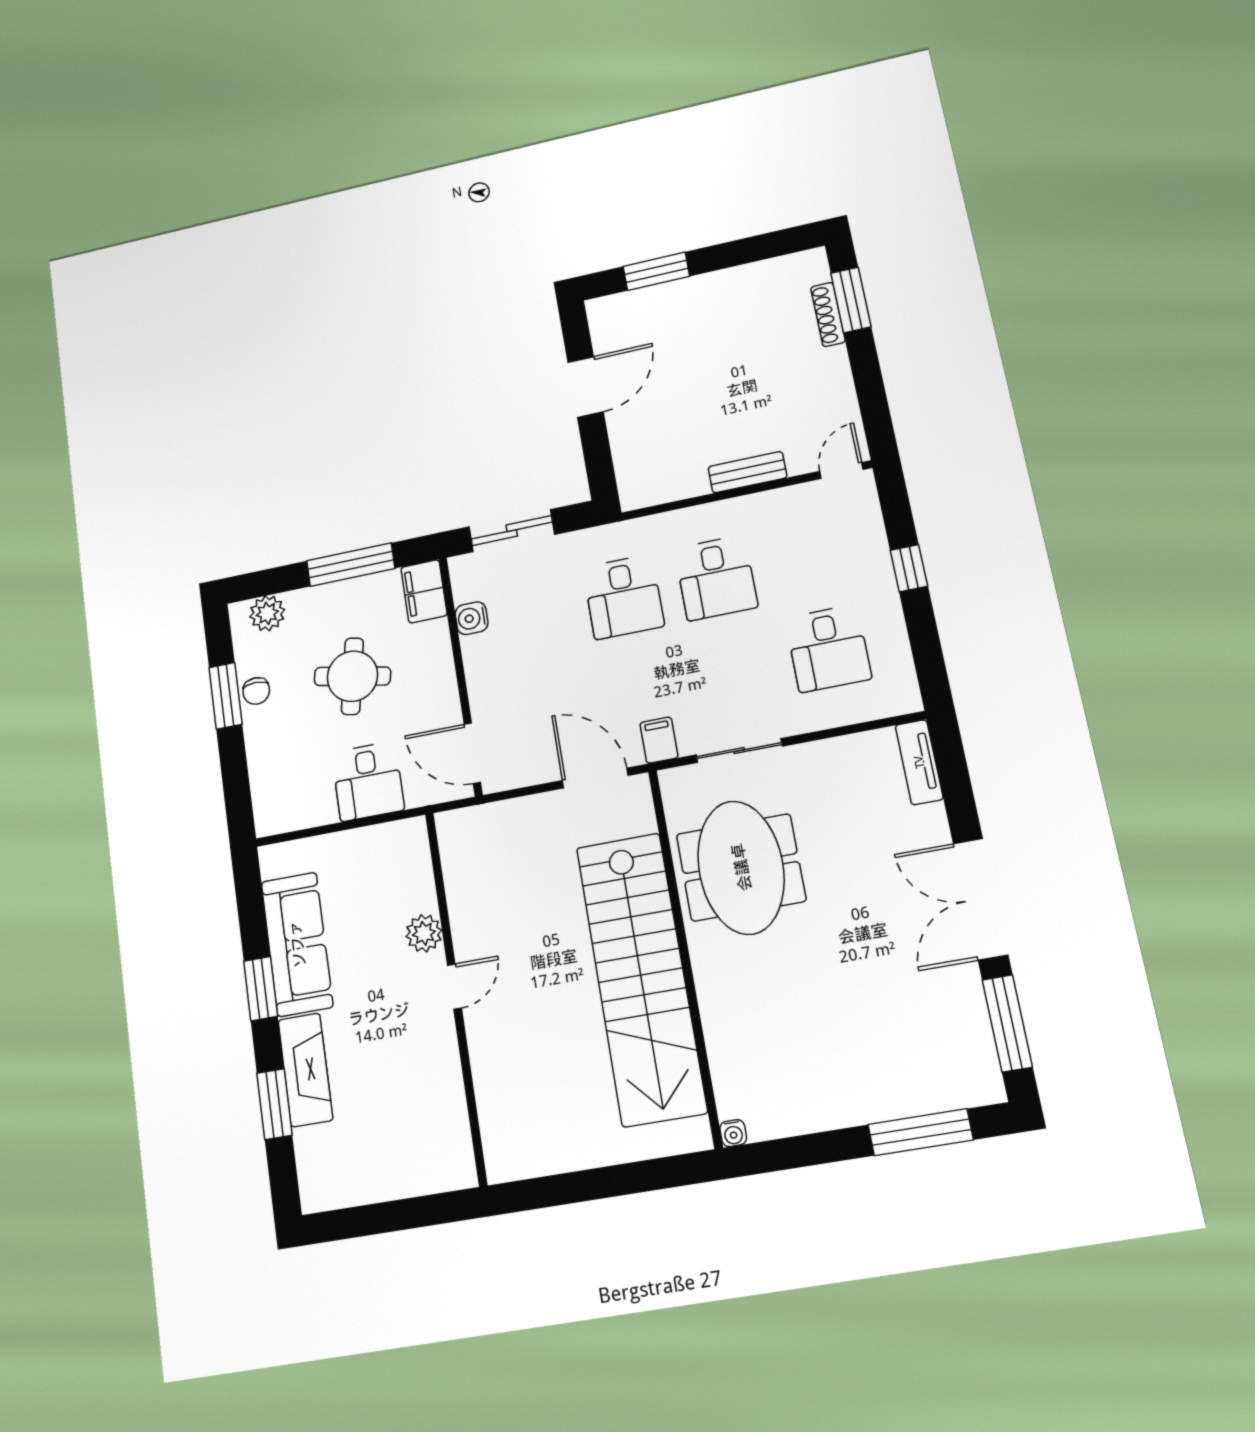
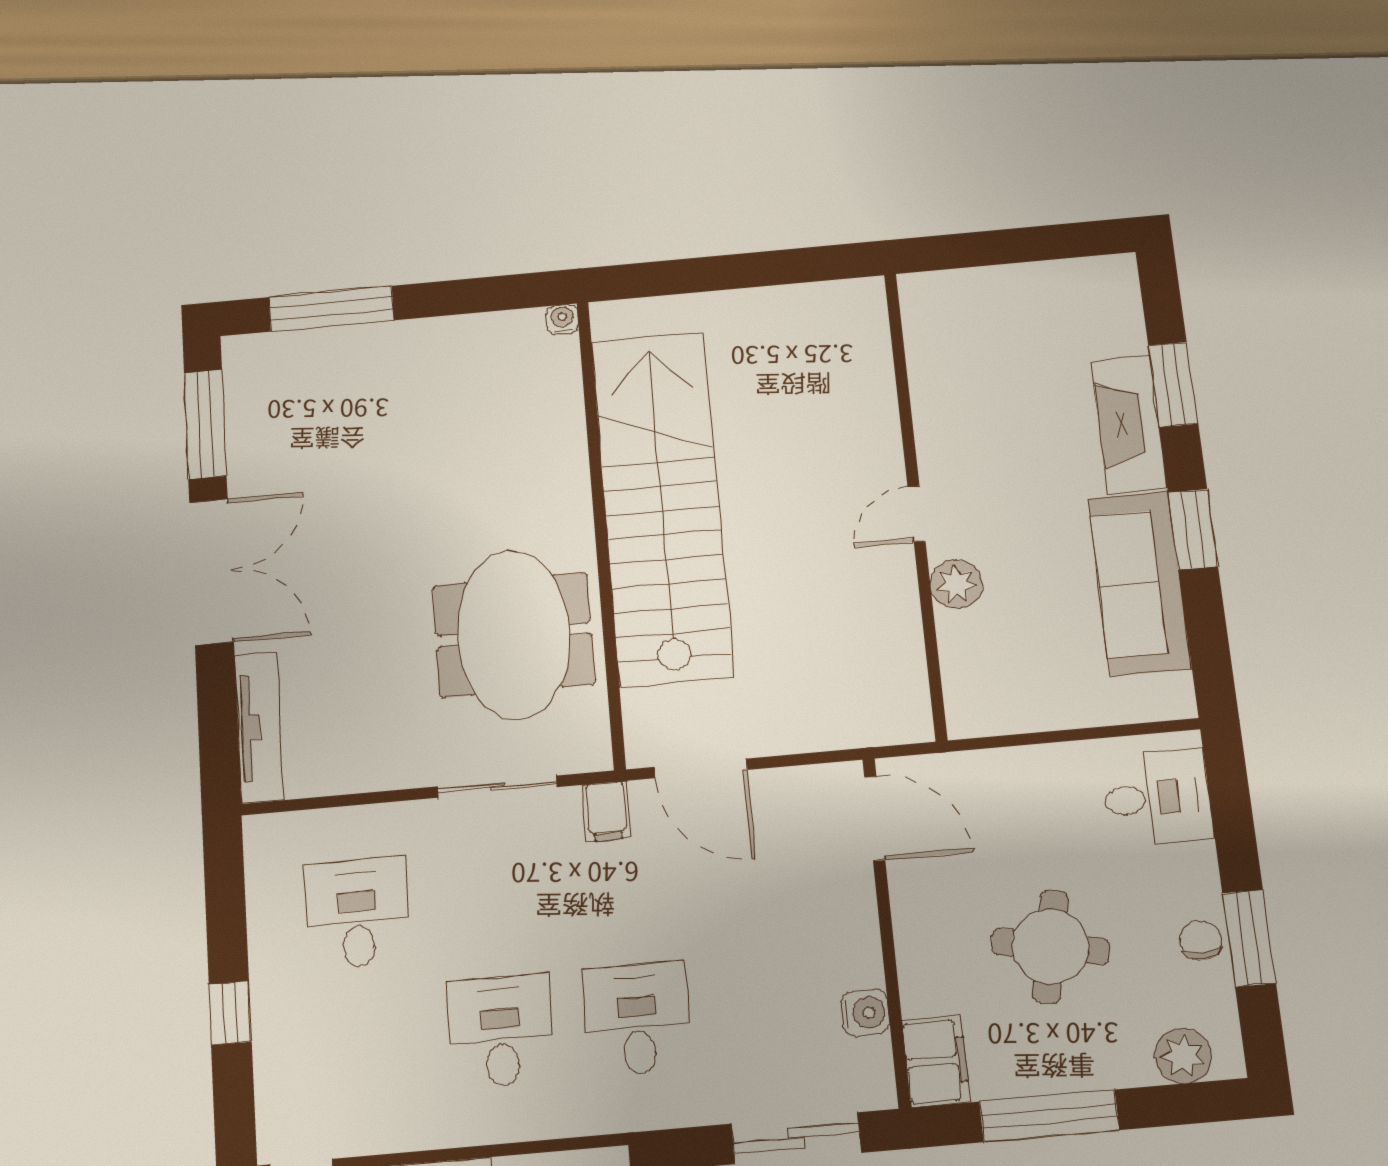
tv unit: (919, 762) -> (259, 727), width x1.41
desk: (368, 781) -> (1157, 798), moved, turned 90

